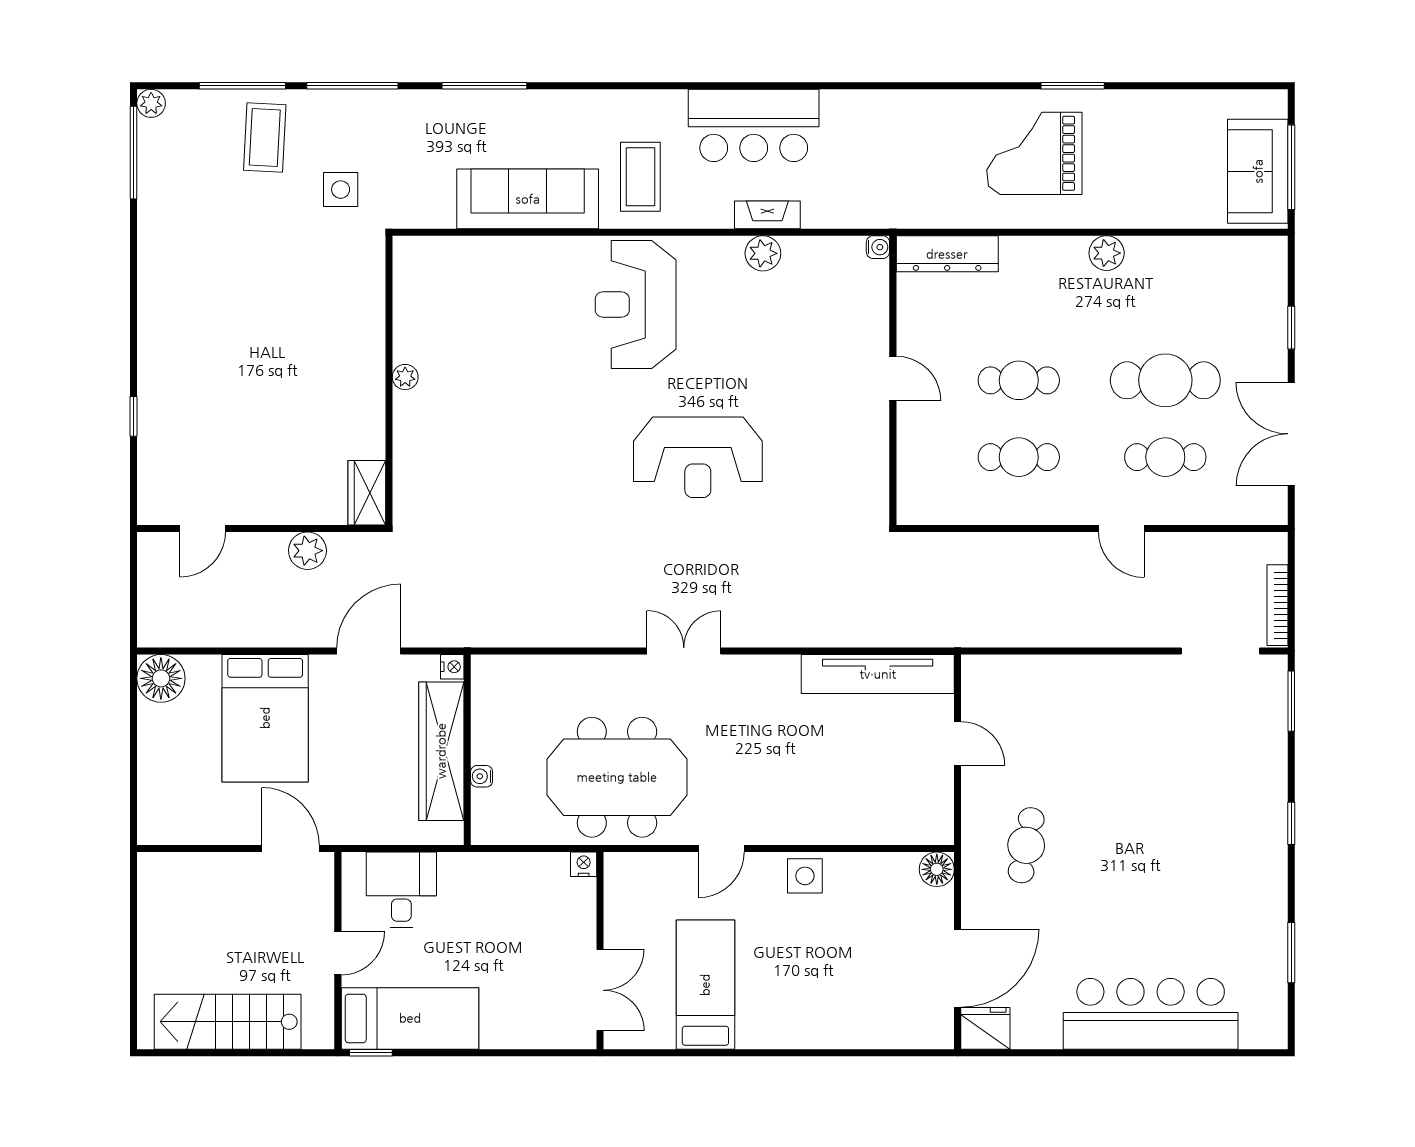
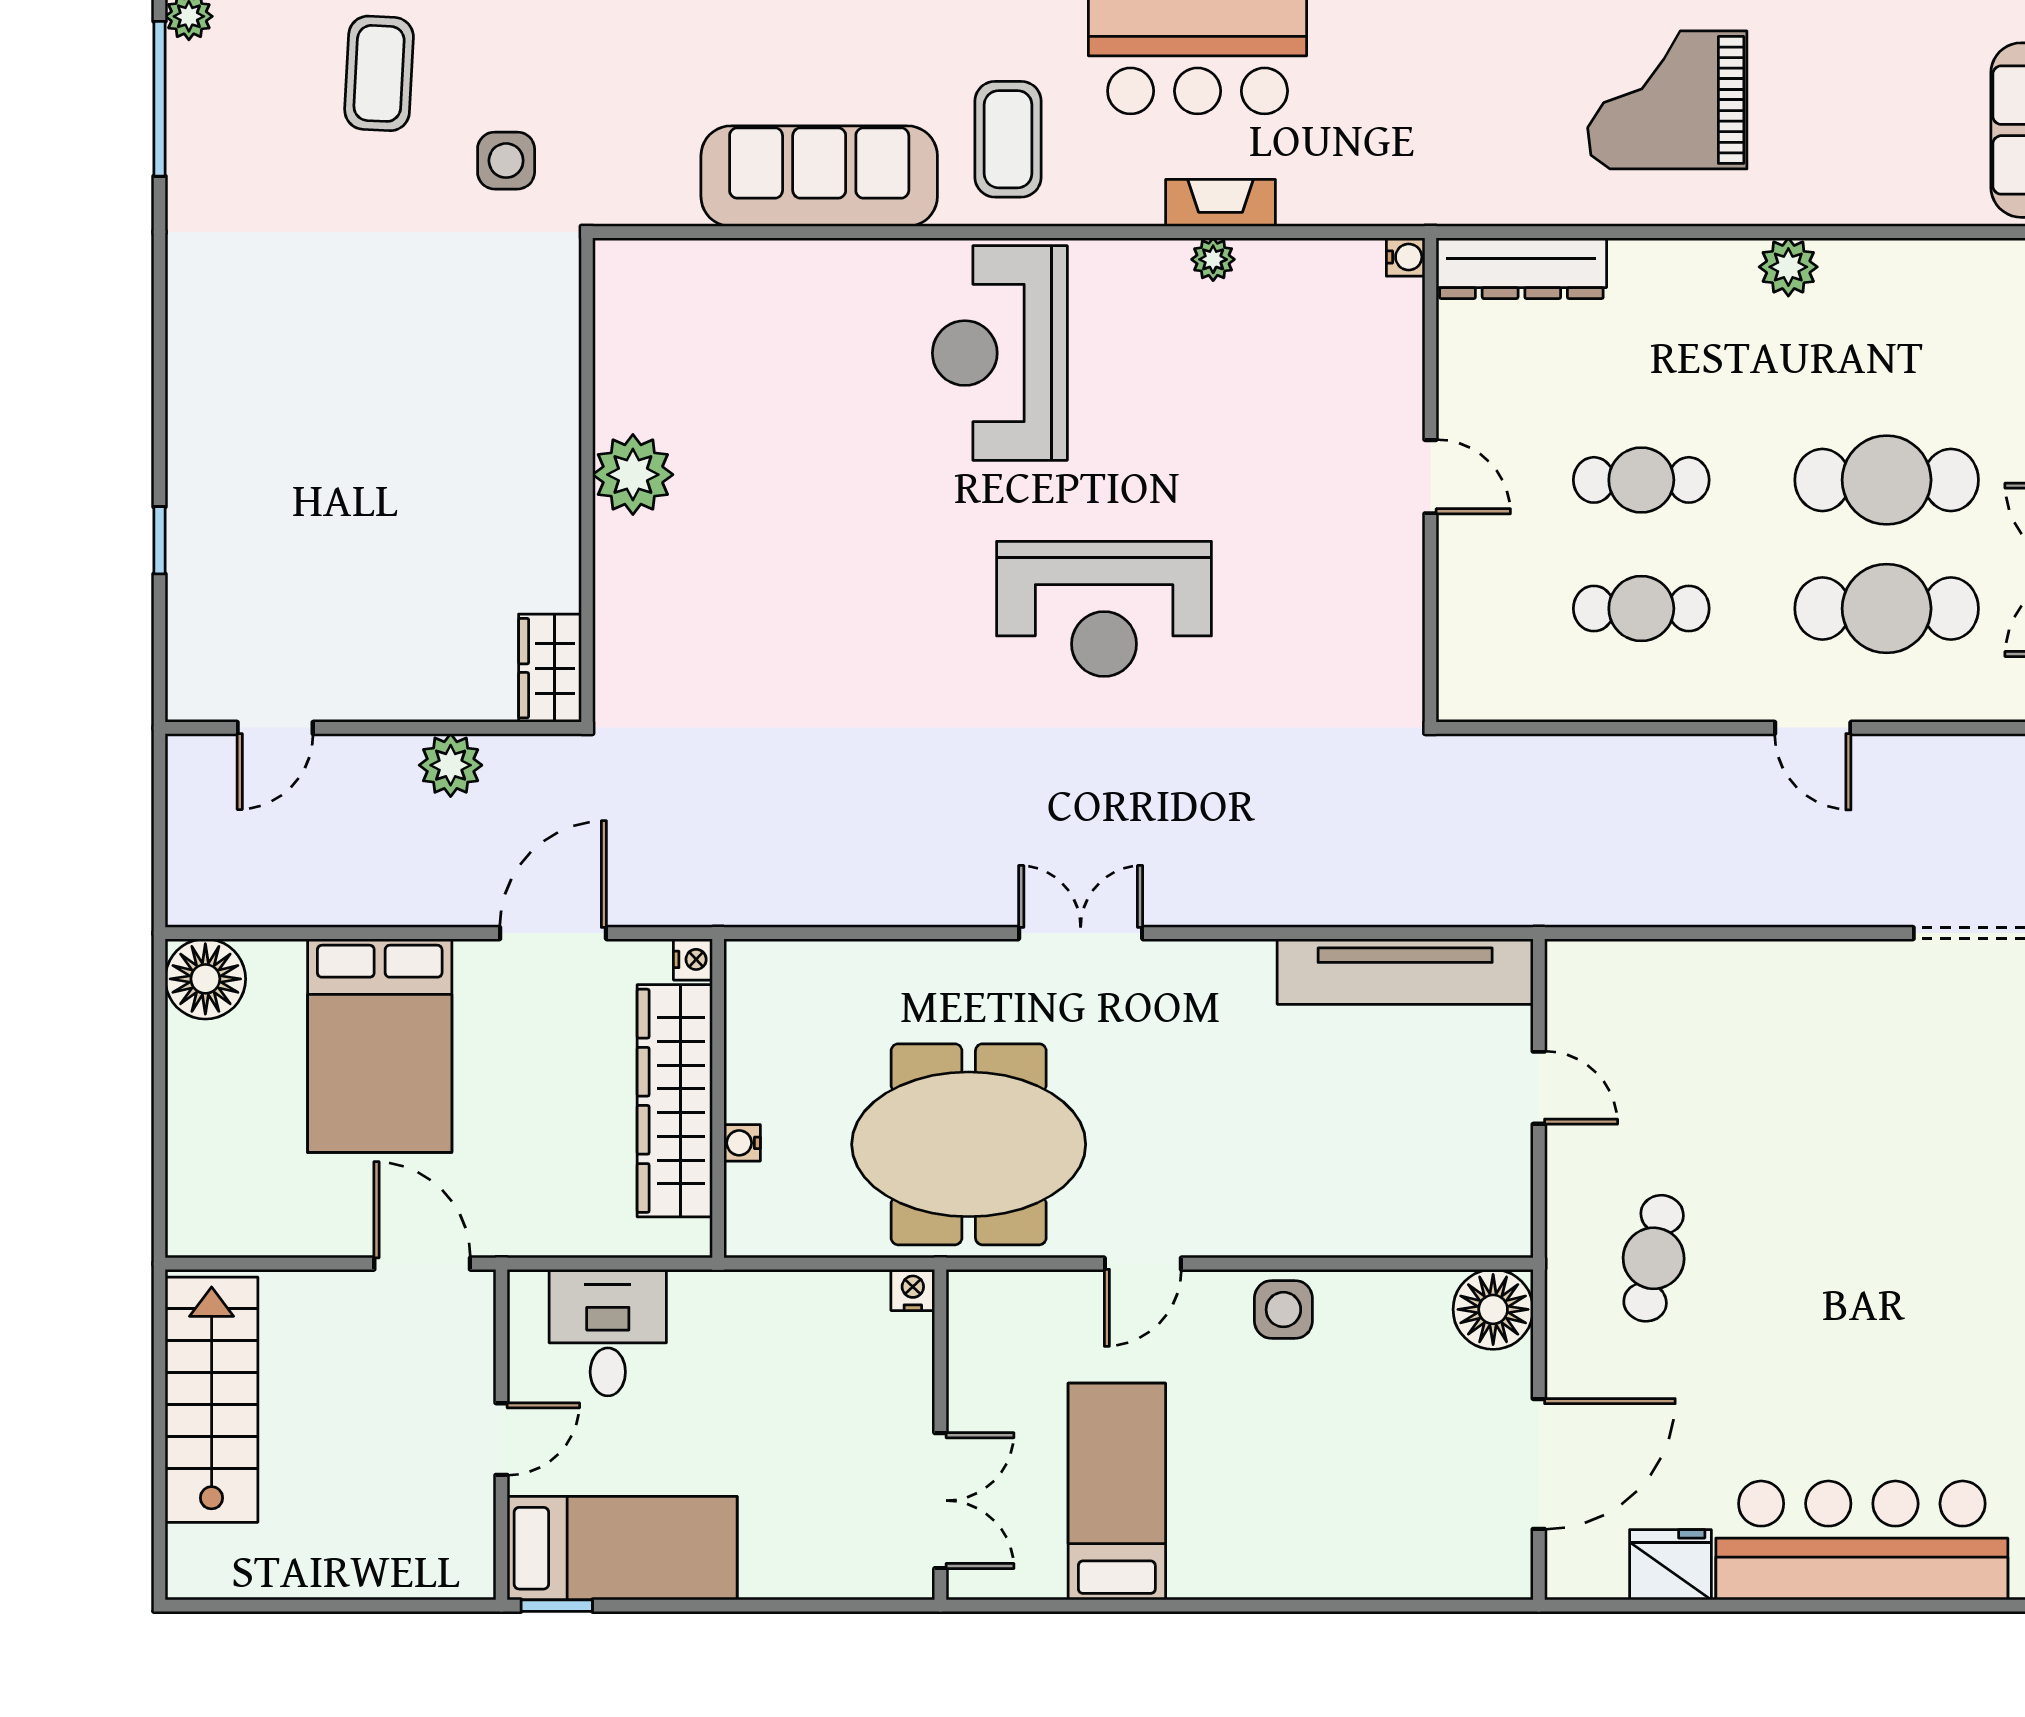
plant: (763, 253) -> (1213, 259), width x0.73, depth x0.73
plant: (405, 377) -> (633, 475), width x1.88, depth x1.88
cafe table: (1165, 457) -> (1887, 609), width x1.37, depth x1.35
floor lamp: (937, 869) -> (1493, 1309), width x1.38, depth x1.38
stairs: (228, 1022) -> (212, 1400), moved, turned 90
fridge: (985, 1028) -> (1670, 1565), moved

